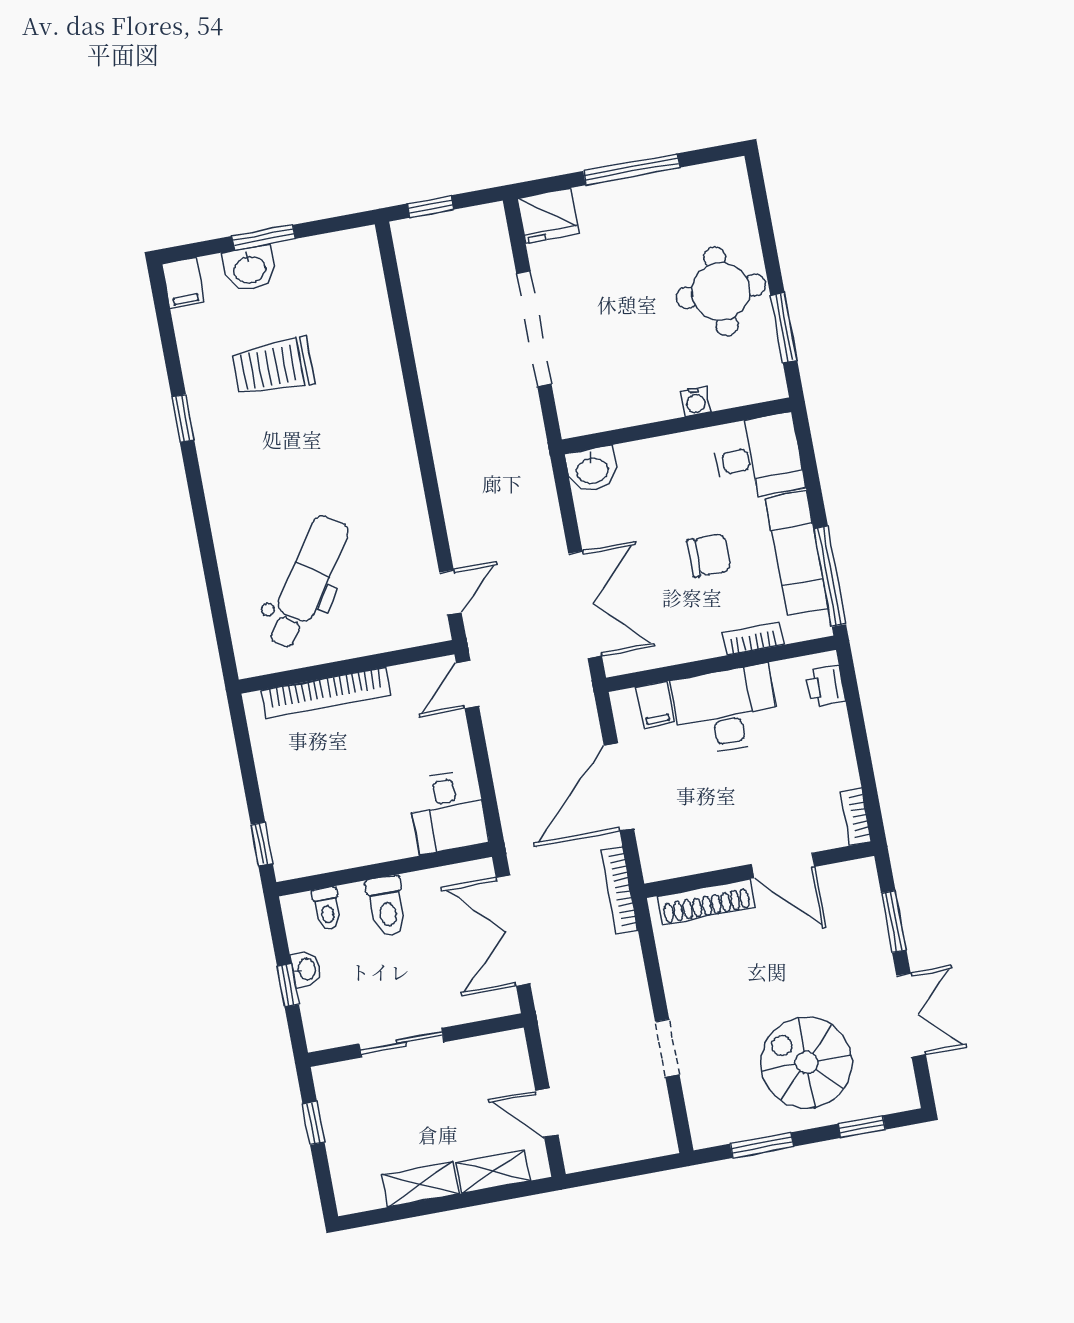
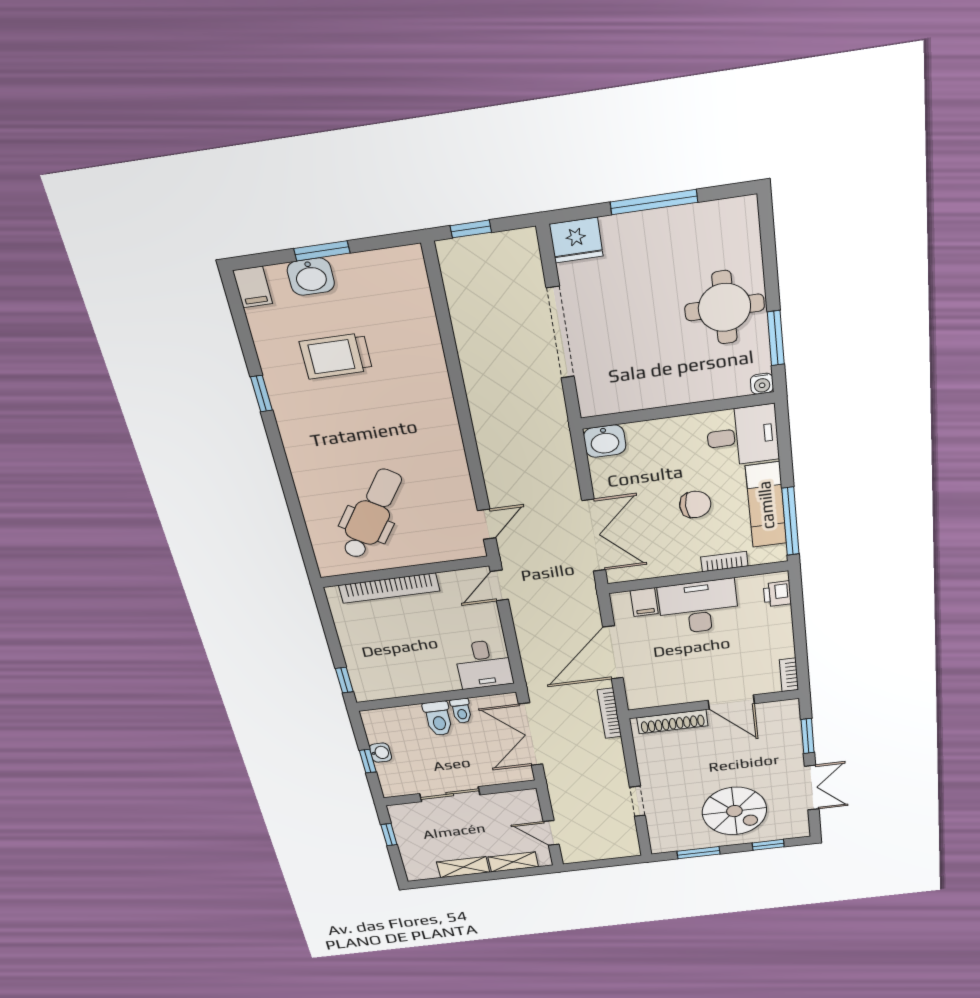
water cooler: (696, 401) -> (762, 384), moved
toilet: (327, 909) -> (461, 711), moved
spiral stairs: (806, 1063) -> (734, 811), turned 180

